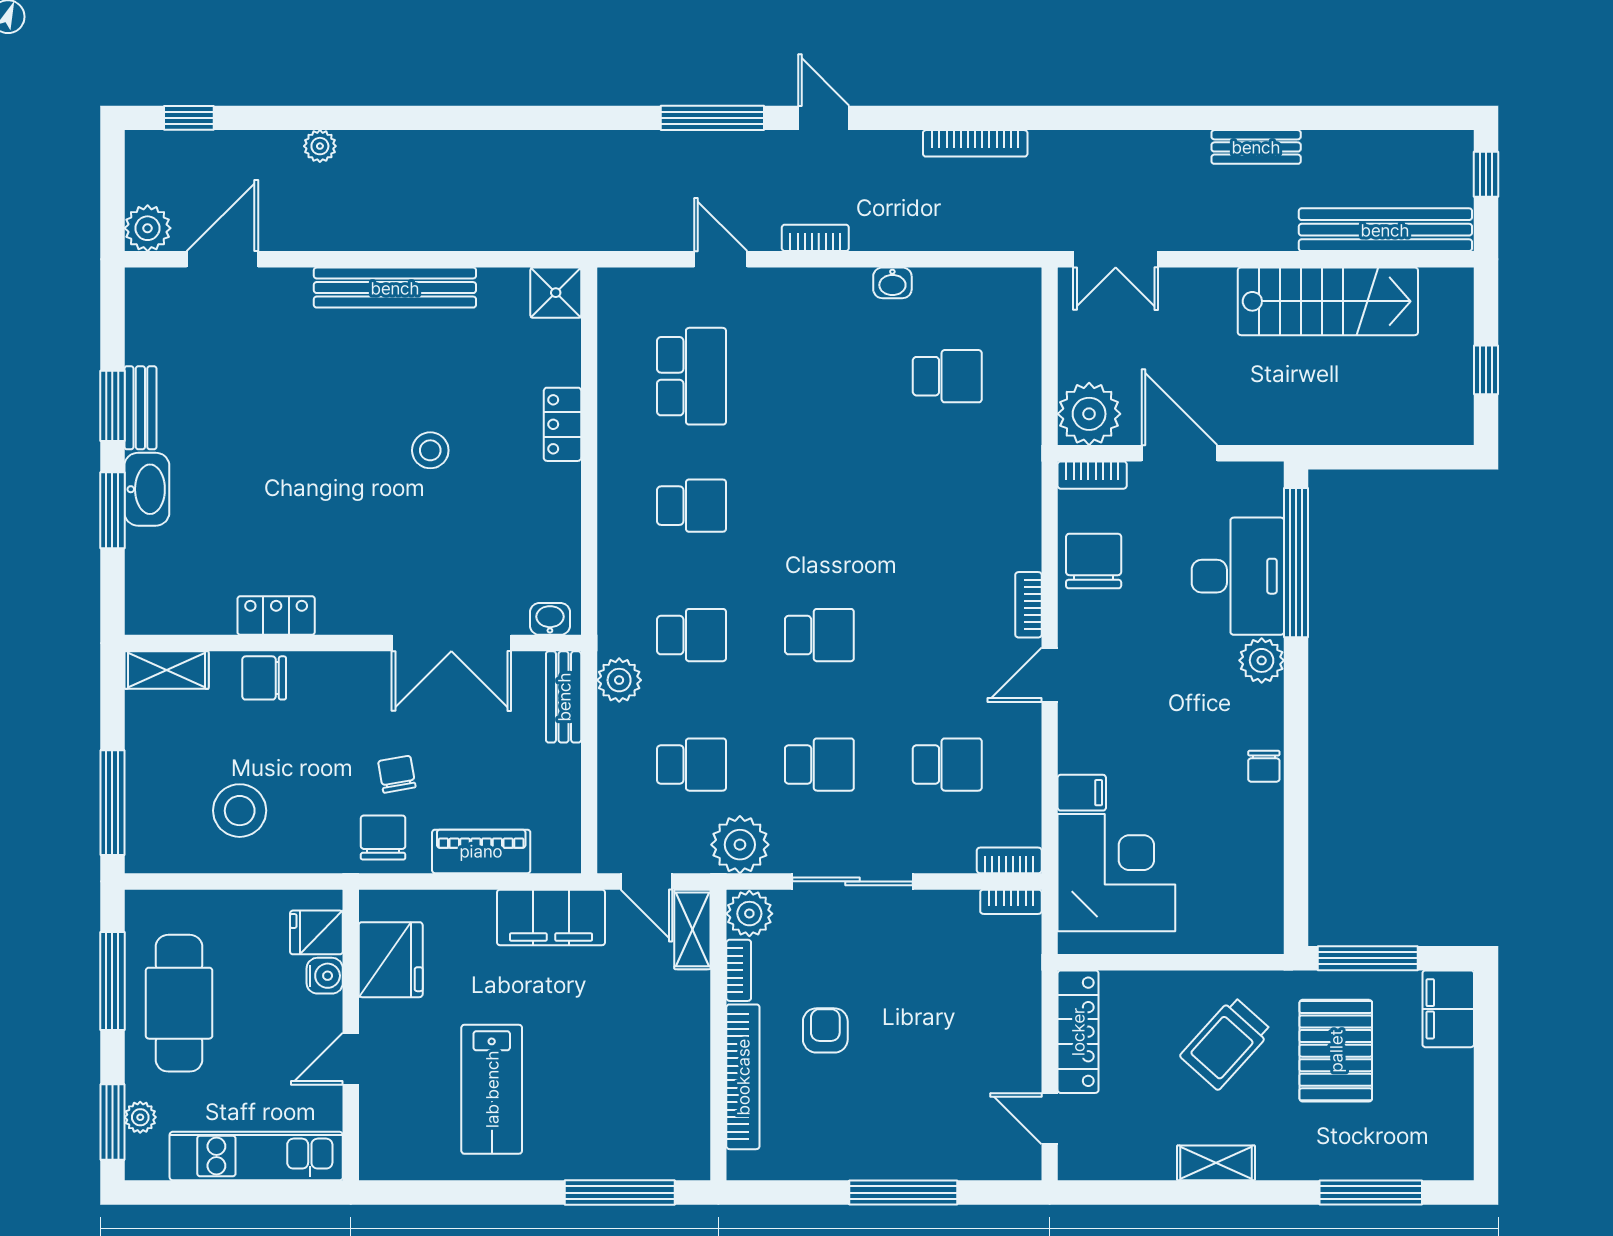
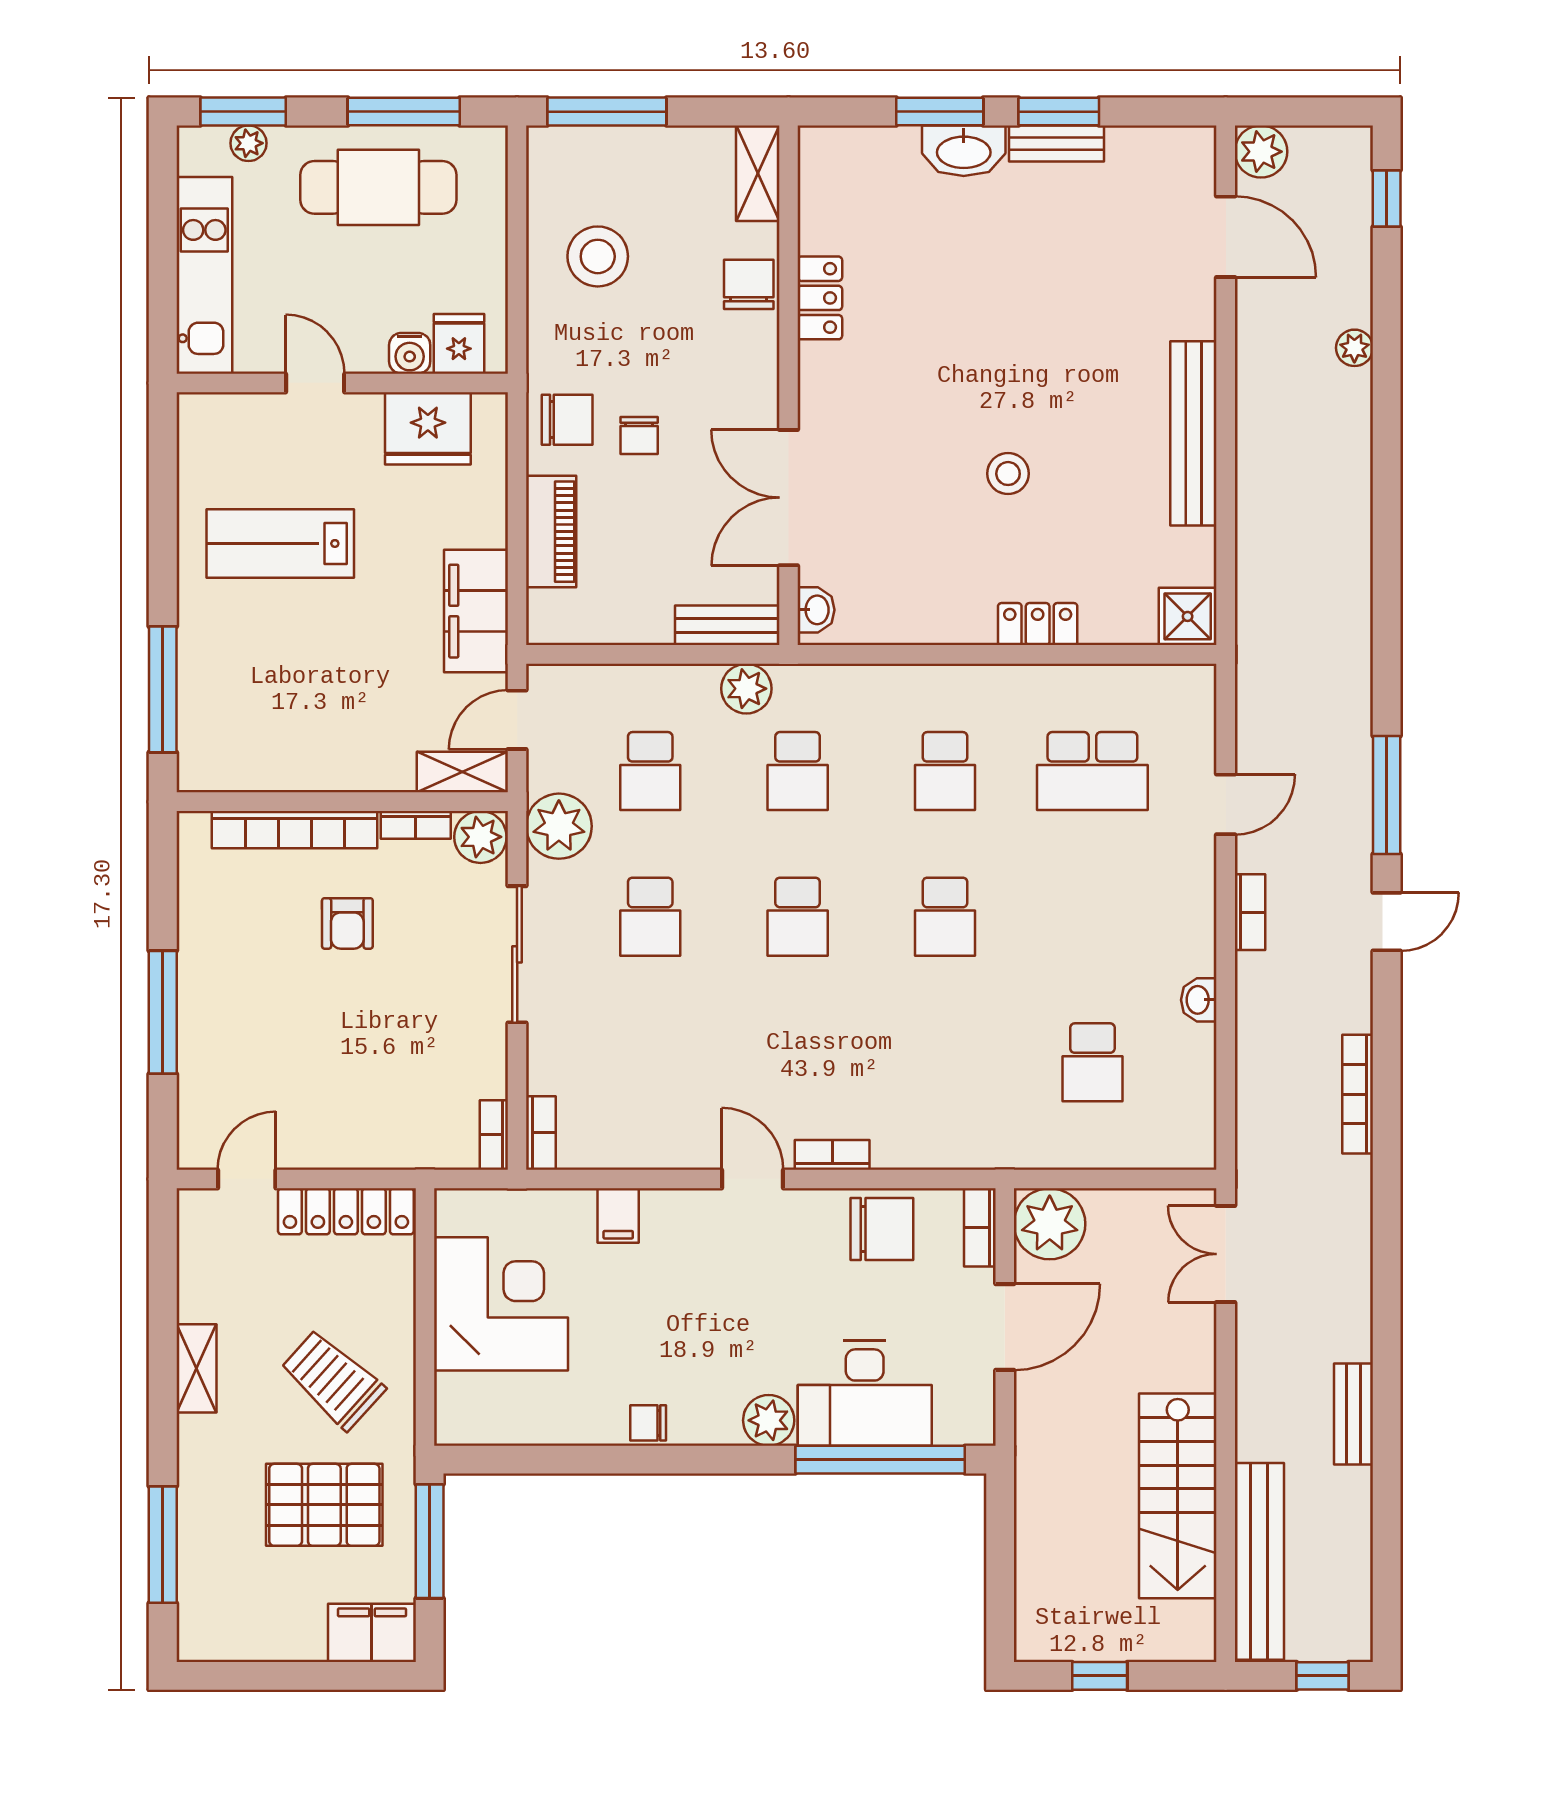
school desk: (947, 765) -> (945, 917), moved
chair: (397, 774) -> (639, 435), turned 100
corner desk: (1116, 873) -> (501, 1304), moved, turned -90
armchair: (825, 1030) -> (347, 923), turned 90

